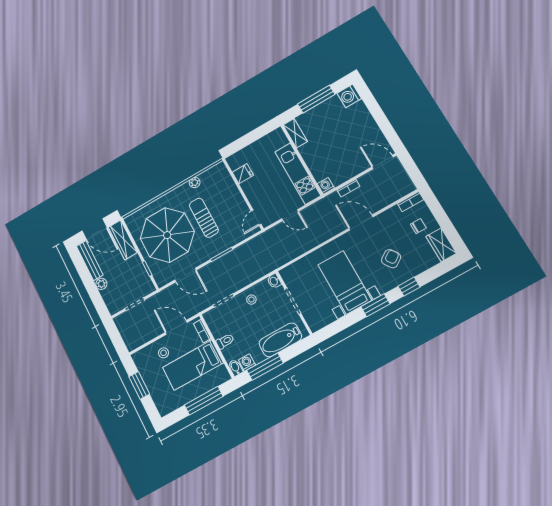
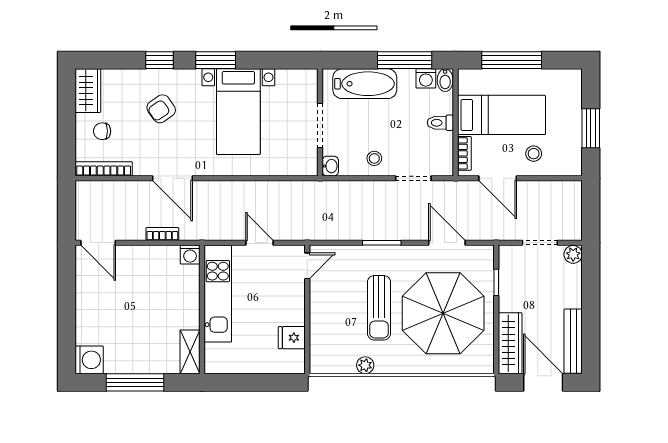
bookcase: (410, 202) -> (104, 169), width x1.56
plant: (101, 284) -> (573, 254), moved

